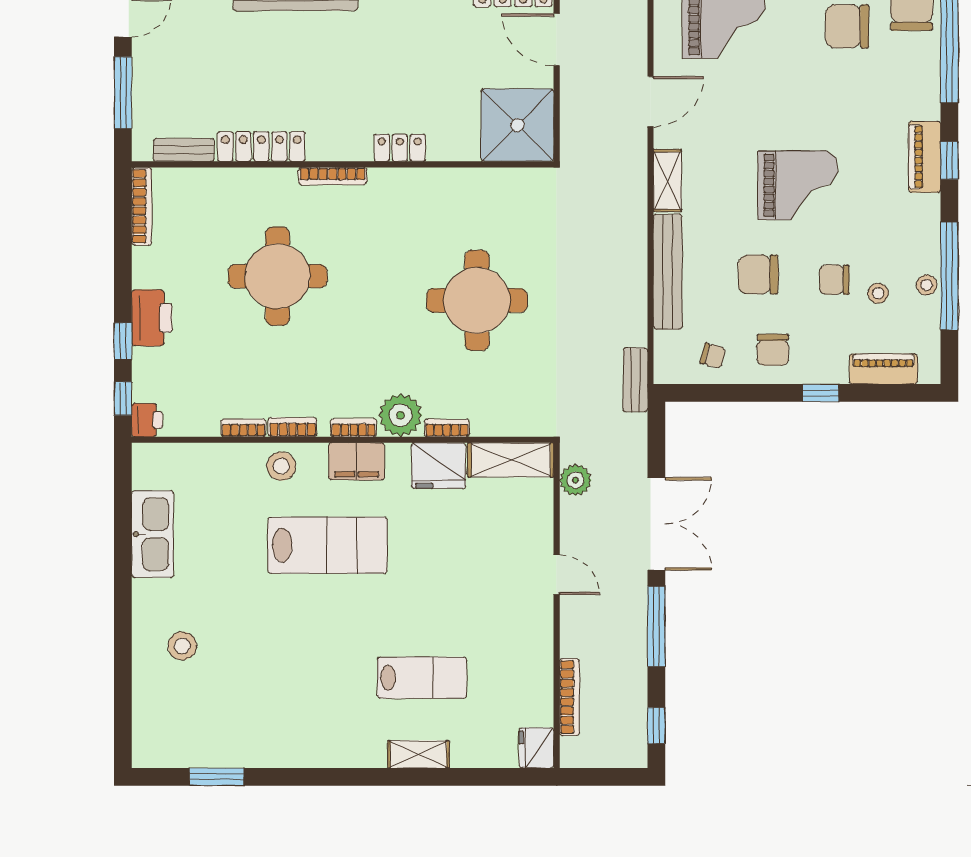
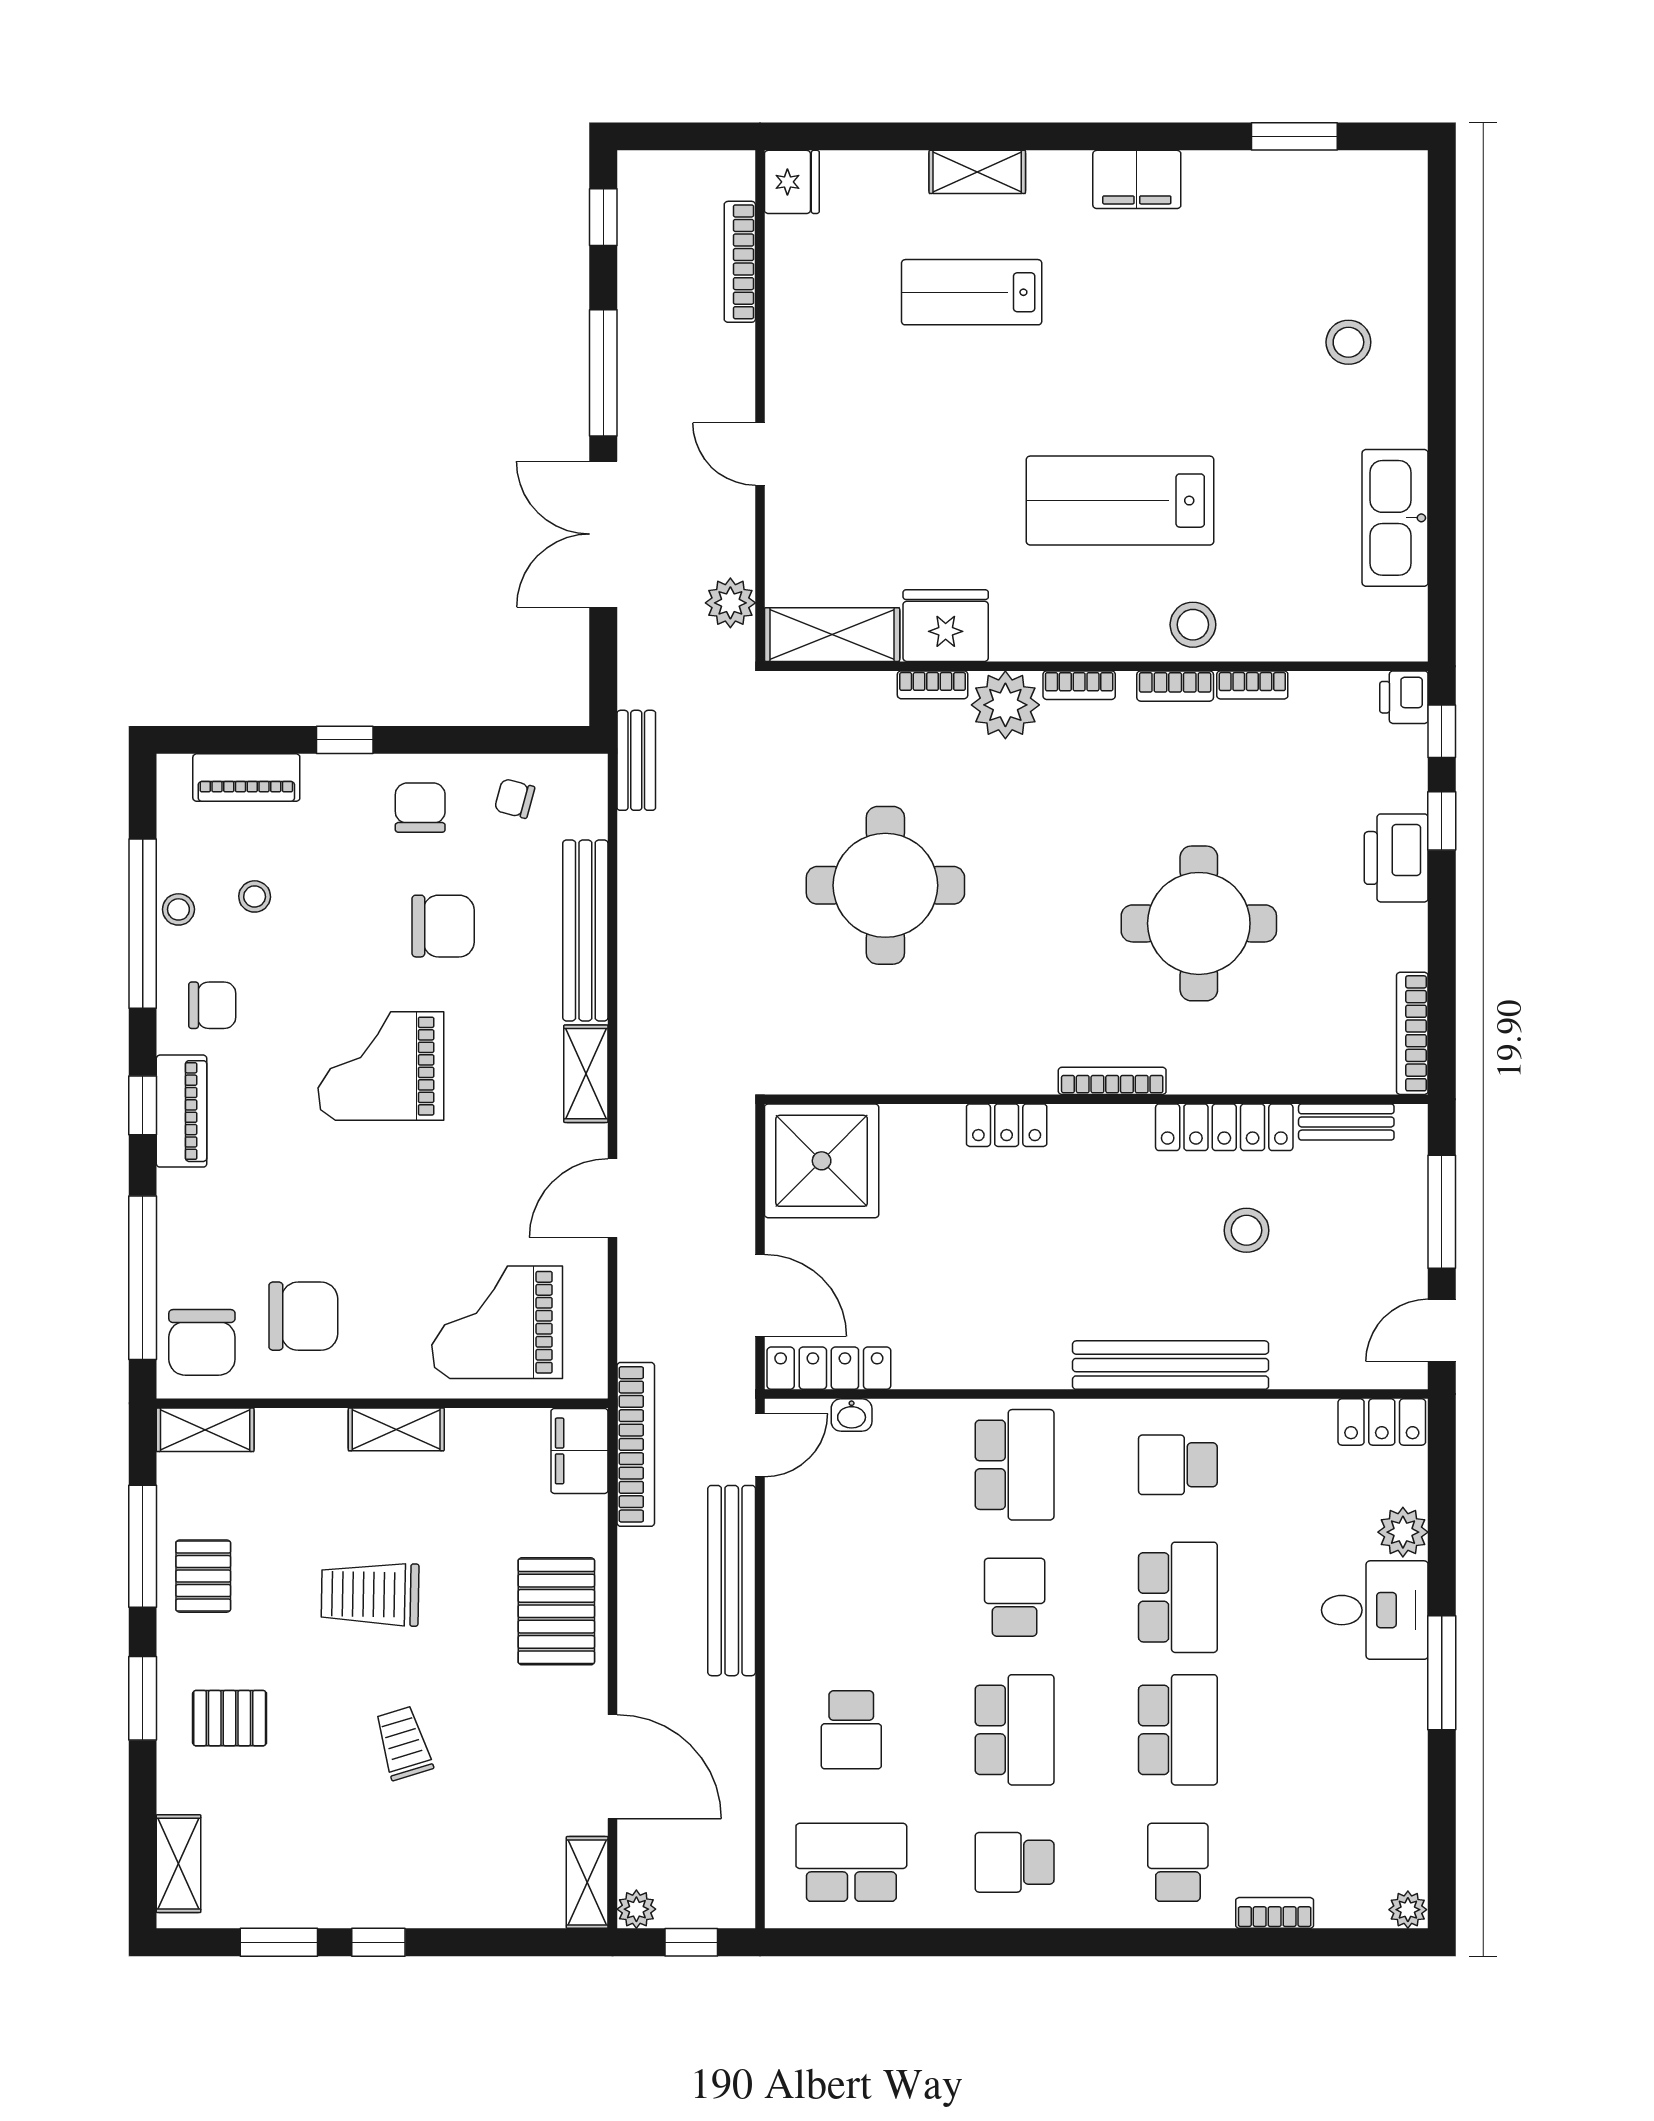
stool: (247, 81) -> (1247, 1230), added
chair: (834, 280) -> (212, 1005), moved
filing cabinet: (357, 461) -> (1137, 179), moved, turned 180

